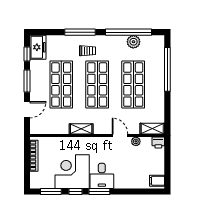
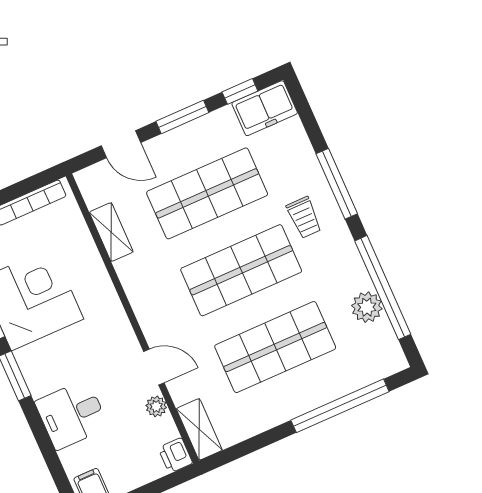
shelving: (81, 129) -> (111, 232), moved
door: (120, 135) -> (154, 367), hinge flipped
desk: (102, 176) -> (72, 415), moved

